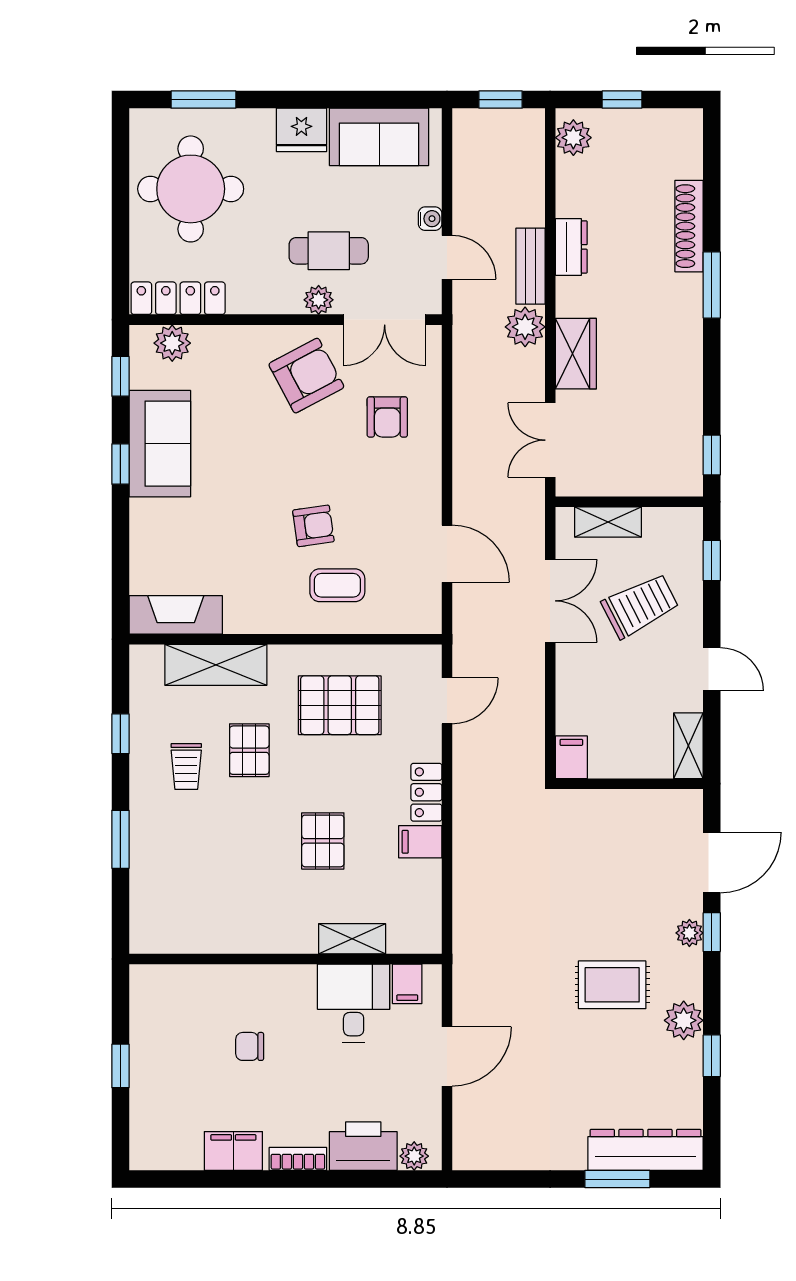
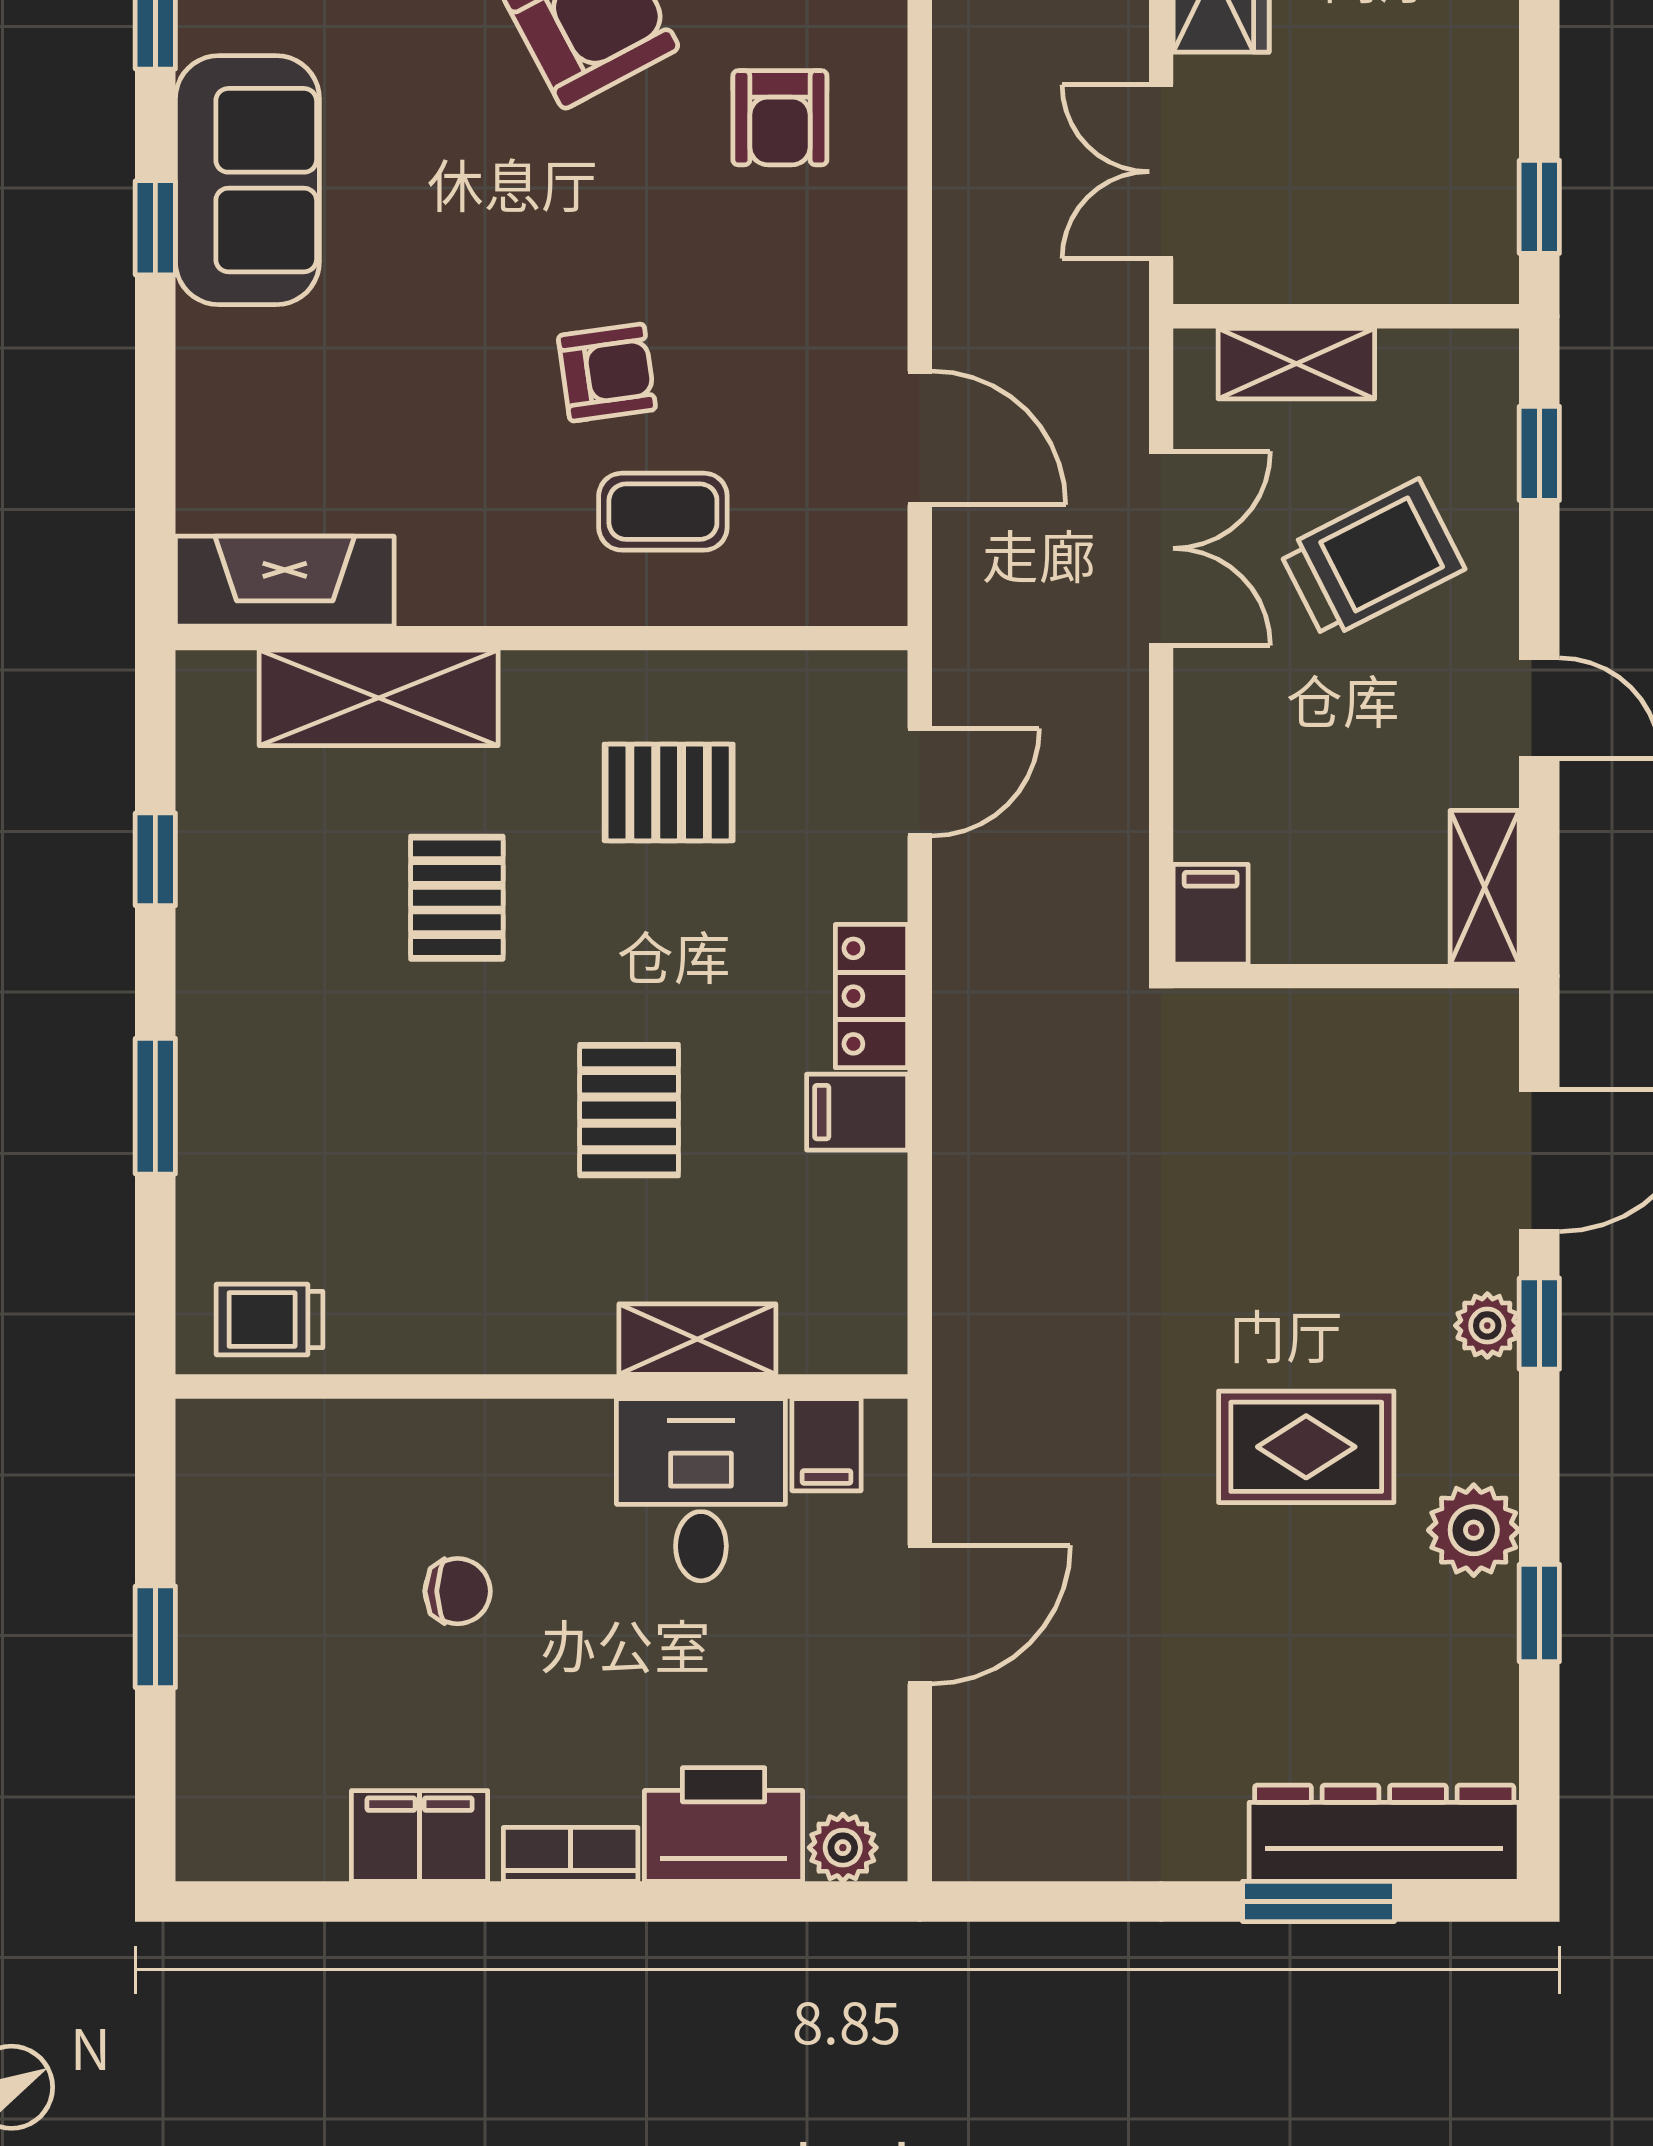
pallet: (340, 705) -> (669, 792), width x0.67, depth x0.71
trolley: (186, 767) -> (269, 1320), moved, turned 90
chair: (250, 1046) -> (458, 1591), turned 180

